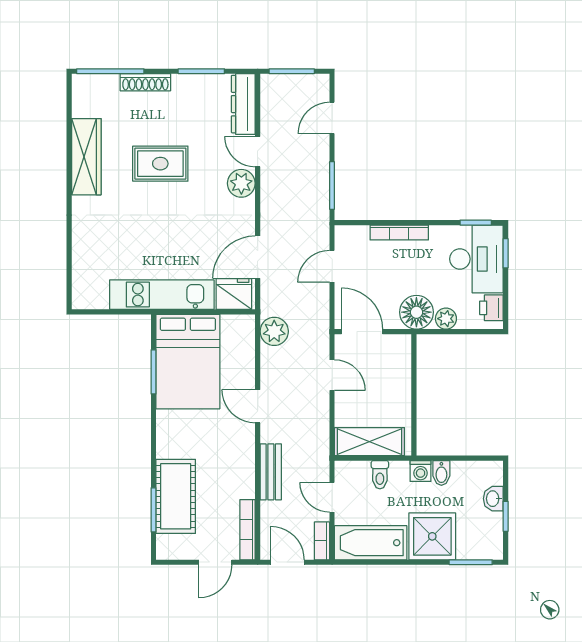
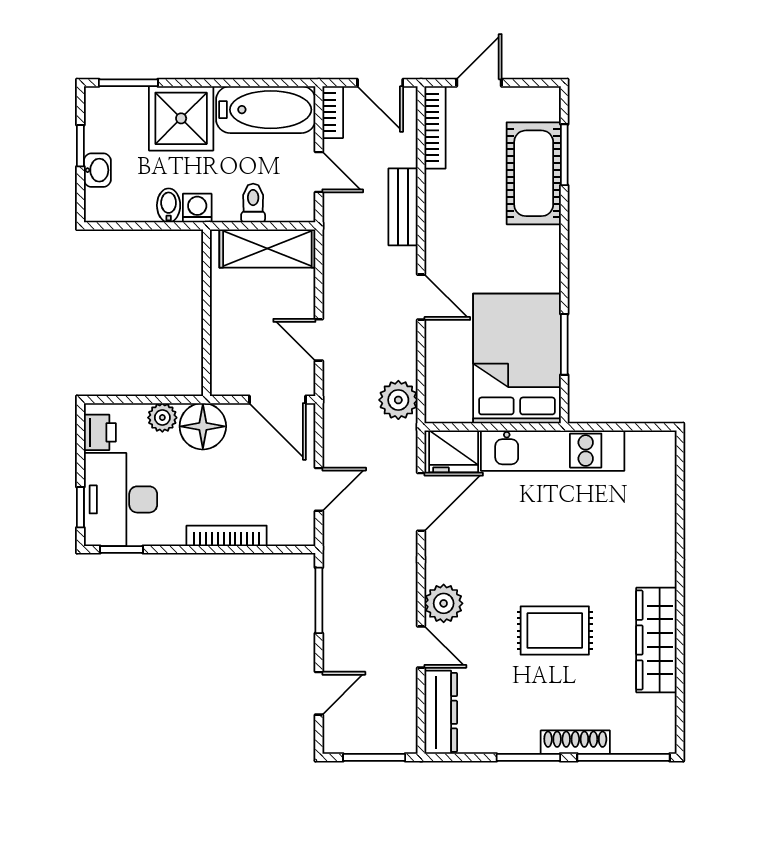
window: (201, 71) -> (528, 757), moved

